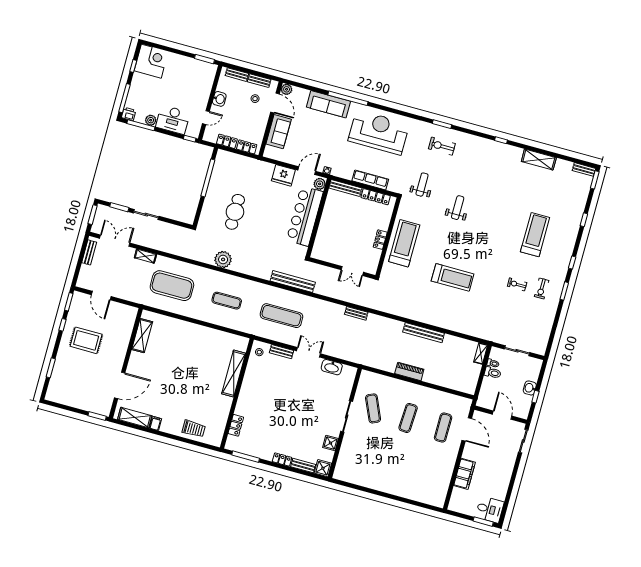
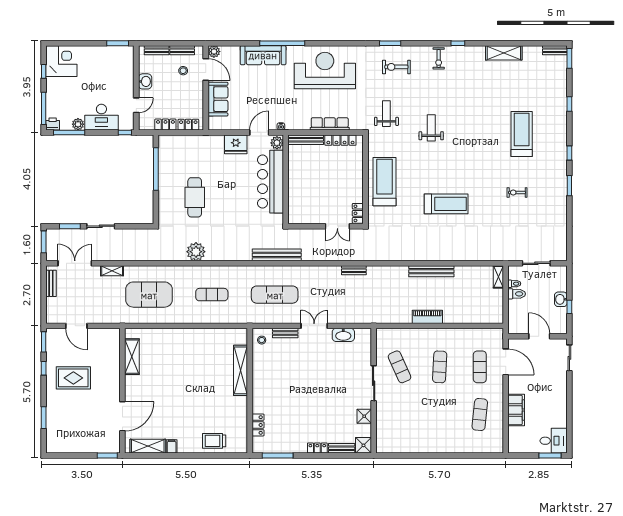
locker: (380, 240) -> (358, 213), moved
exercise bike: (542, 288) -> (439, 58), moved
trolley: (194, 429) -> (214, 441), turned 180
exercise mat: (432, 469) -> (480, 415), added

